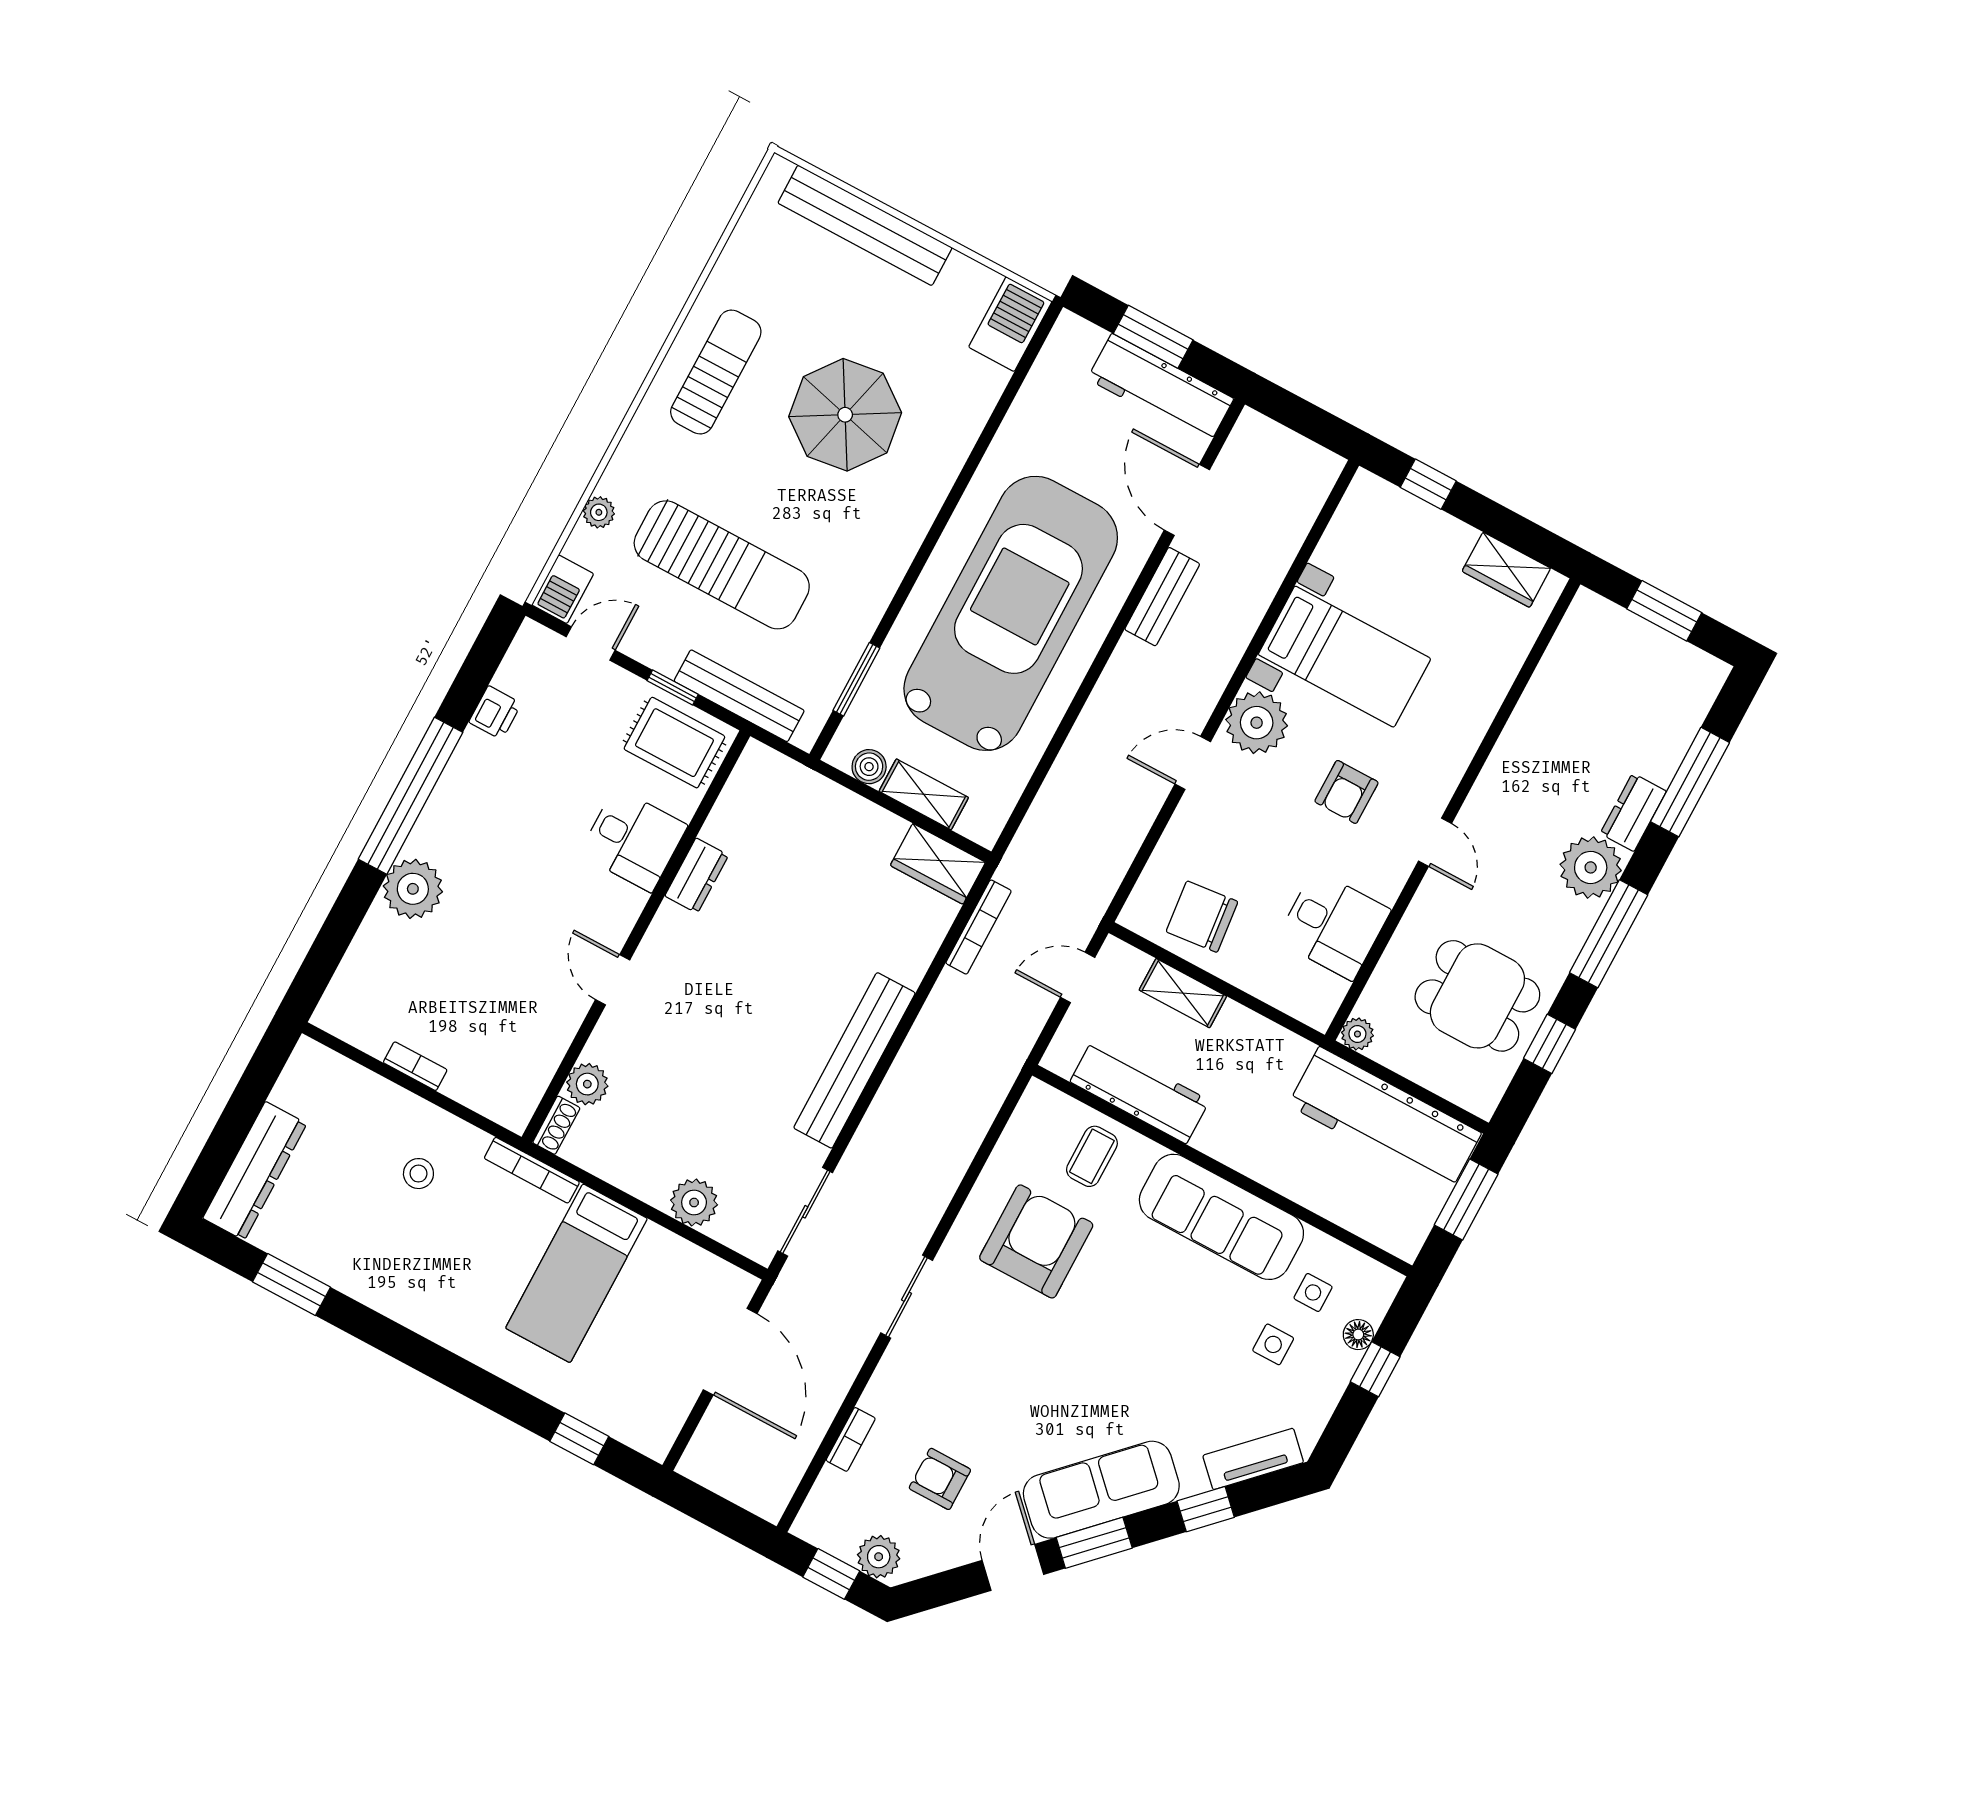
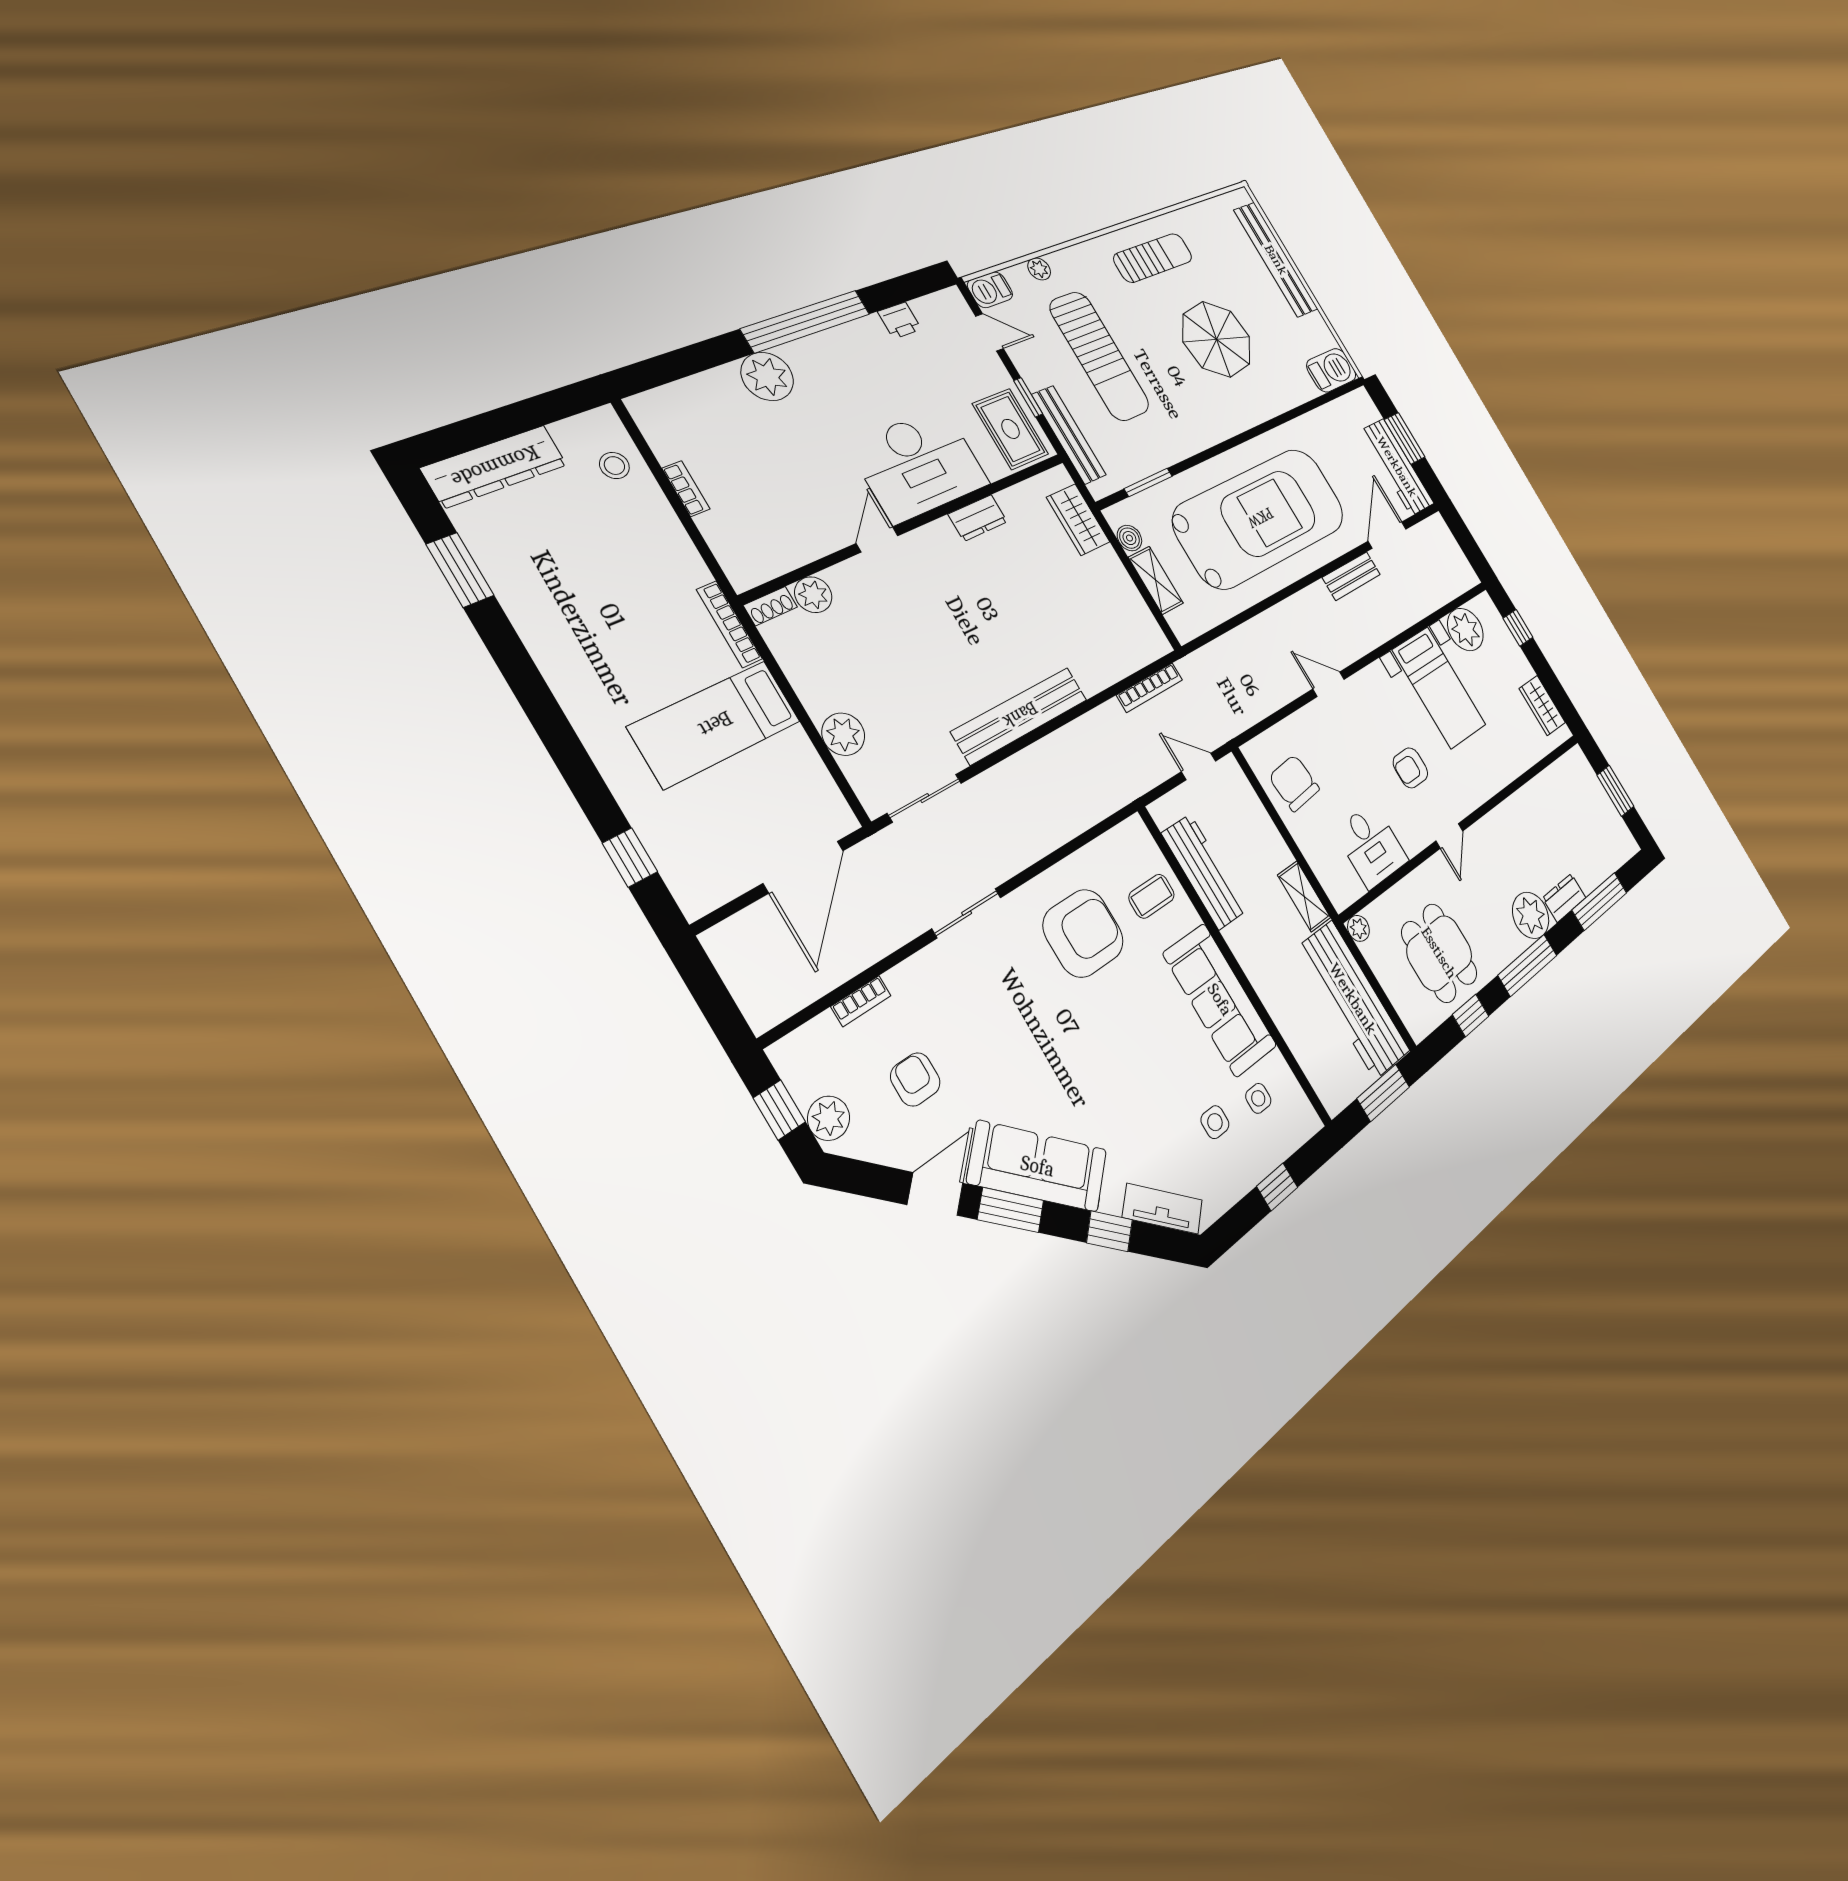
plant: (1257, 723) -> (1465, 629), moved
desk: (633, 840) -> (919, 465), width x1.87, depth x1.30
wardrobe: (938, 864) -> (1078, 520), moved
shelving: (1183, 993) -> (1304, 896), moved
stool: (418, 1174) -> (614, 466), moved
floor lamp: (1358, 1335) -> (1276, 1151), removed

